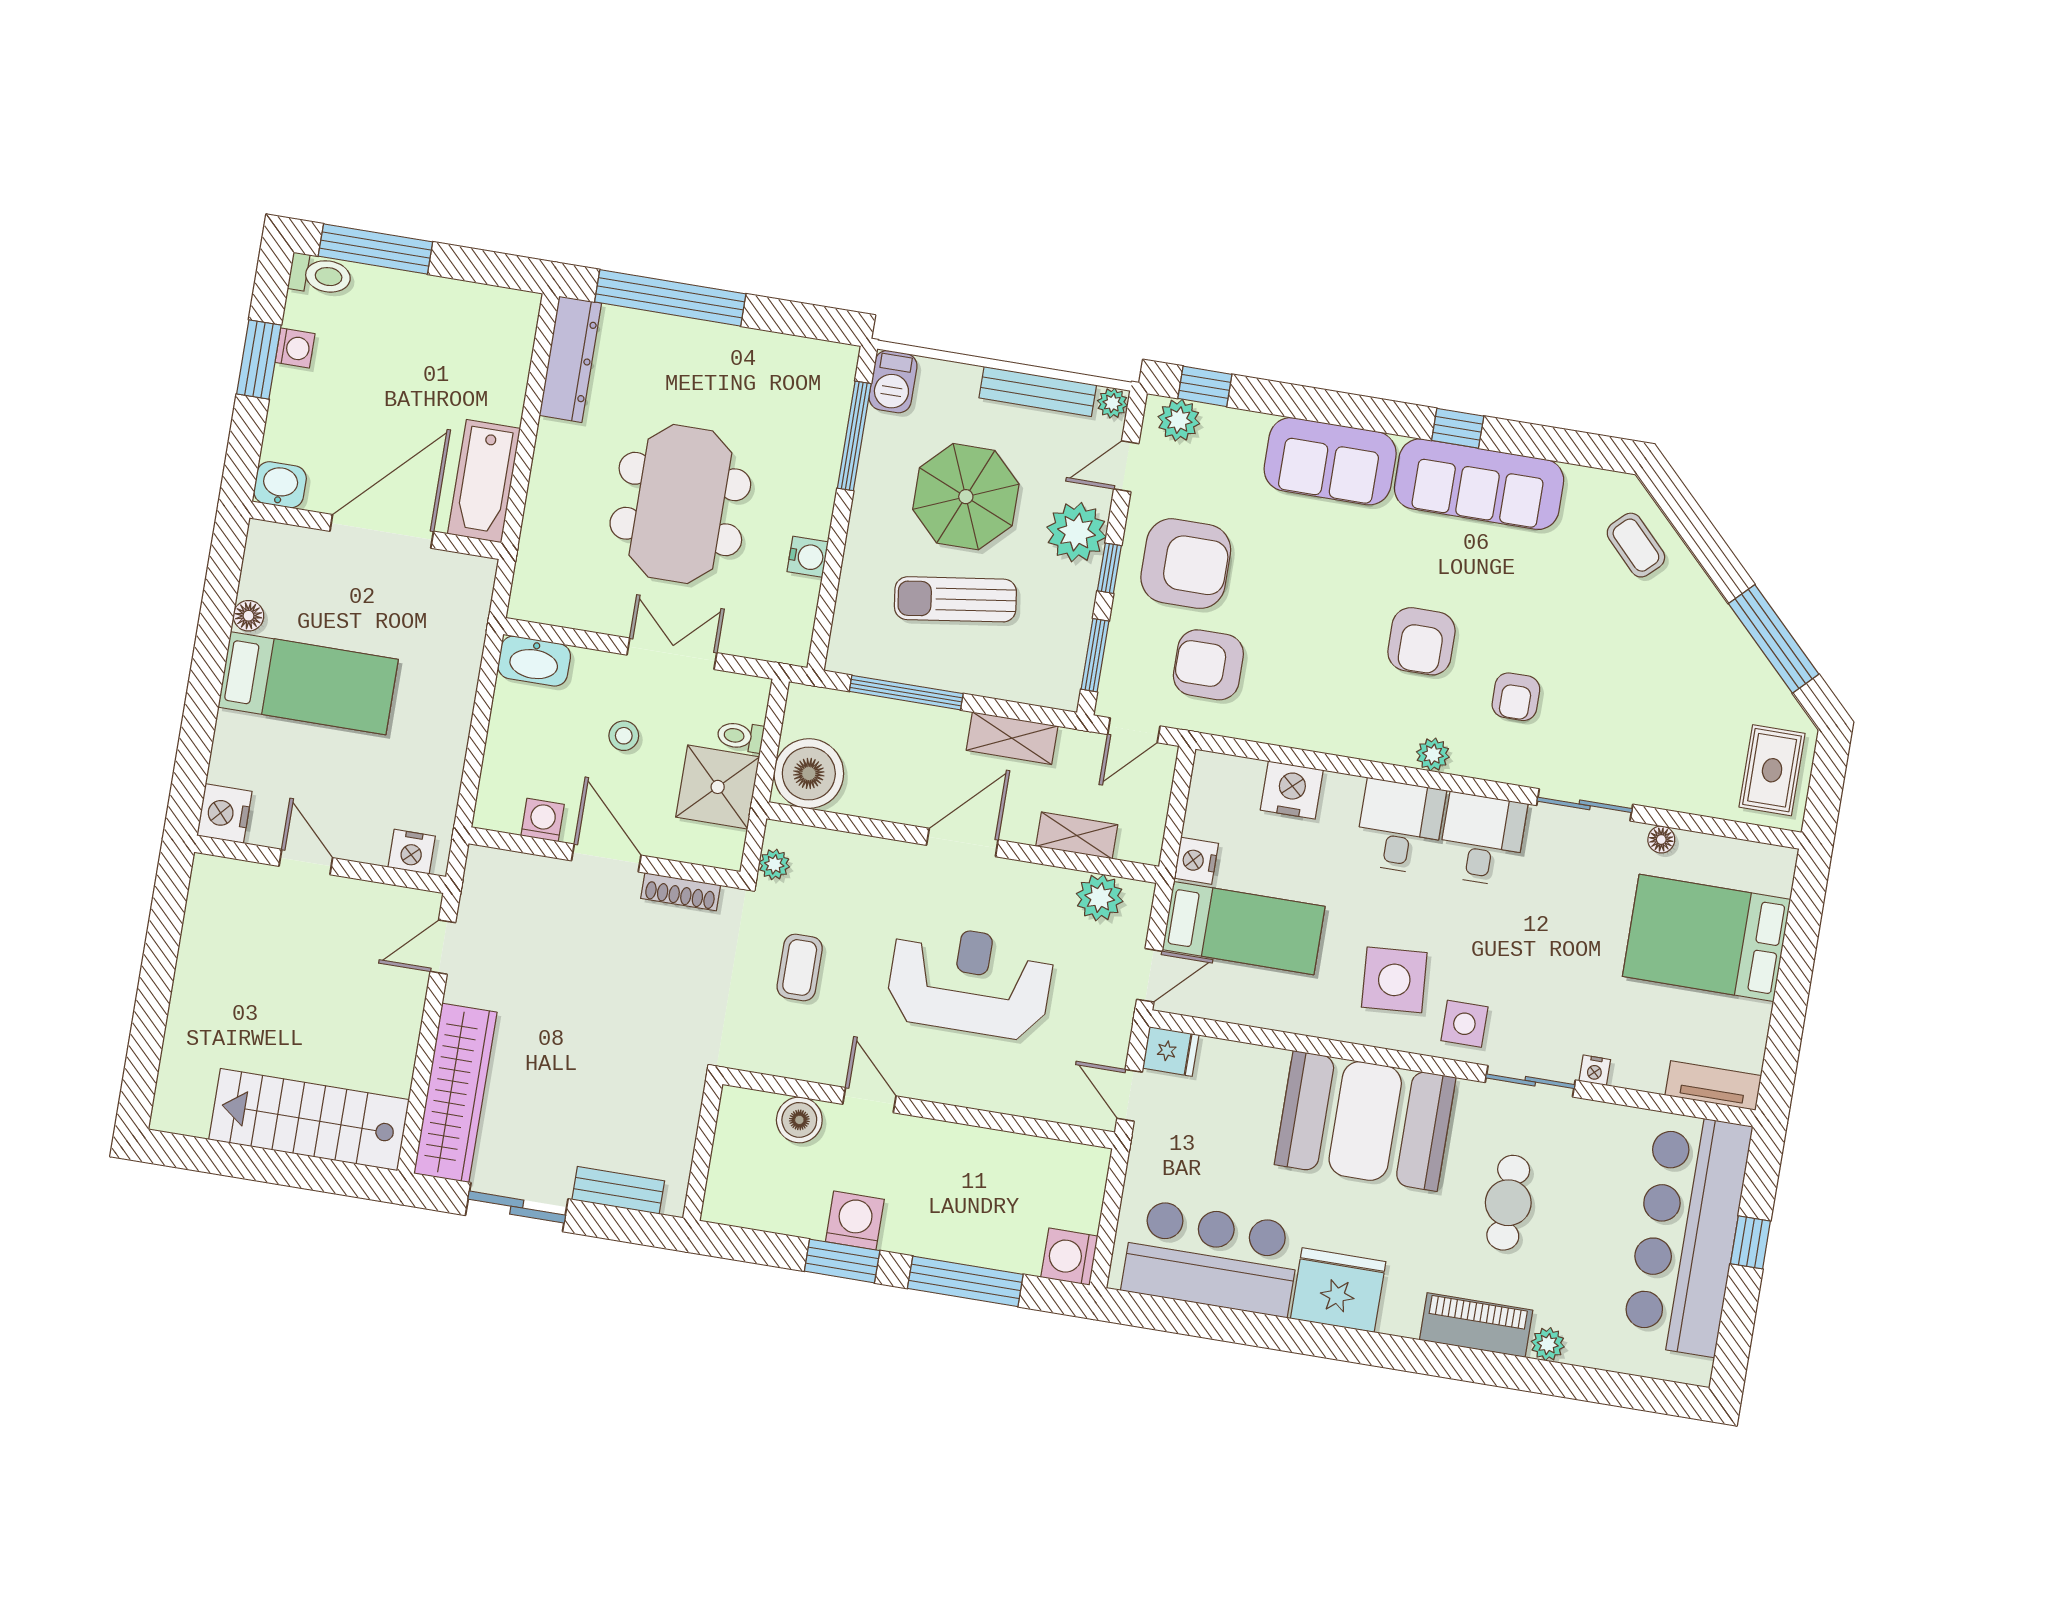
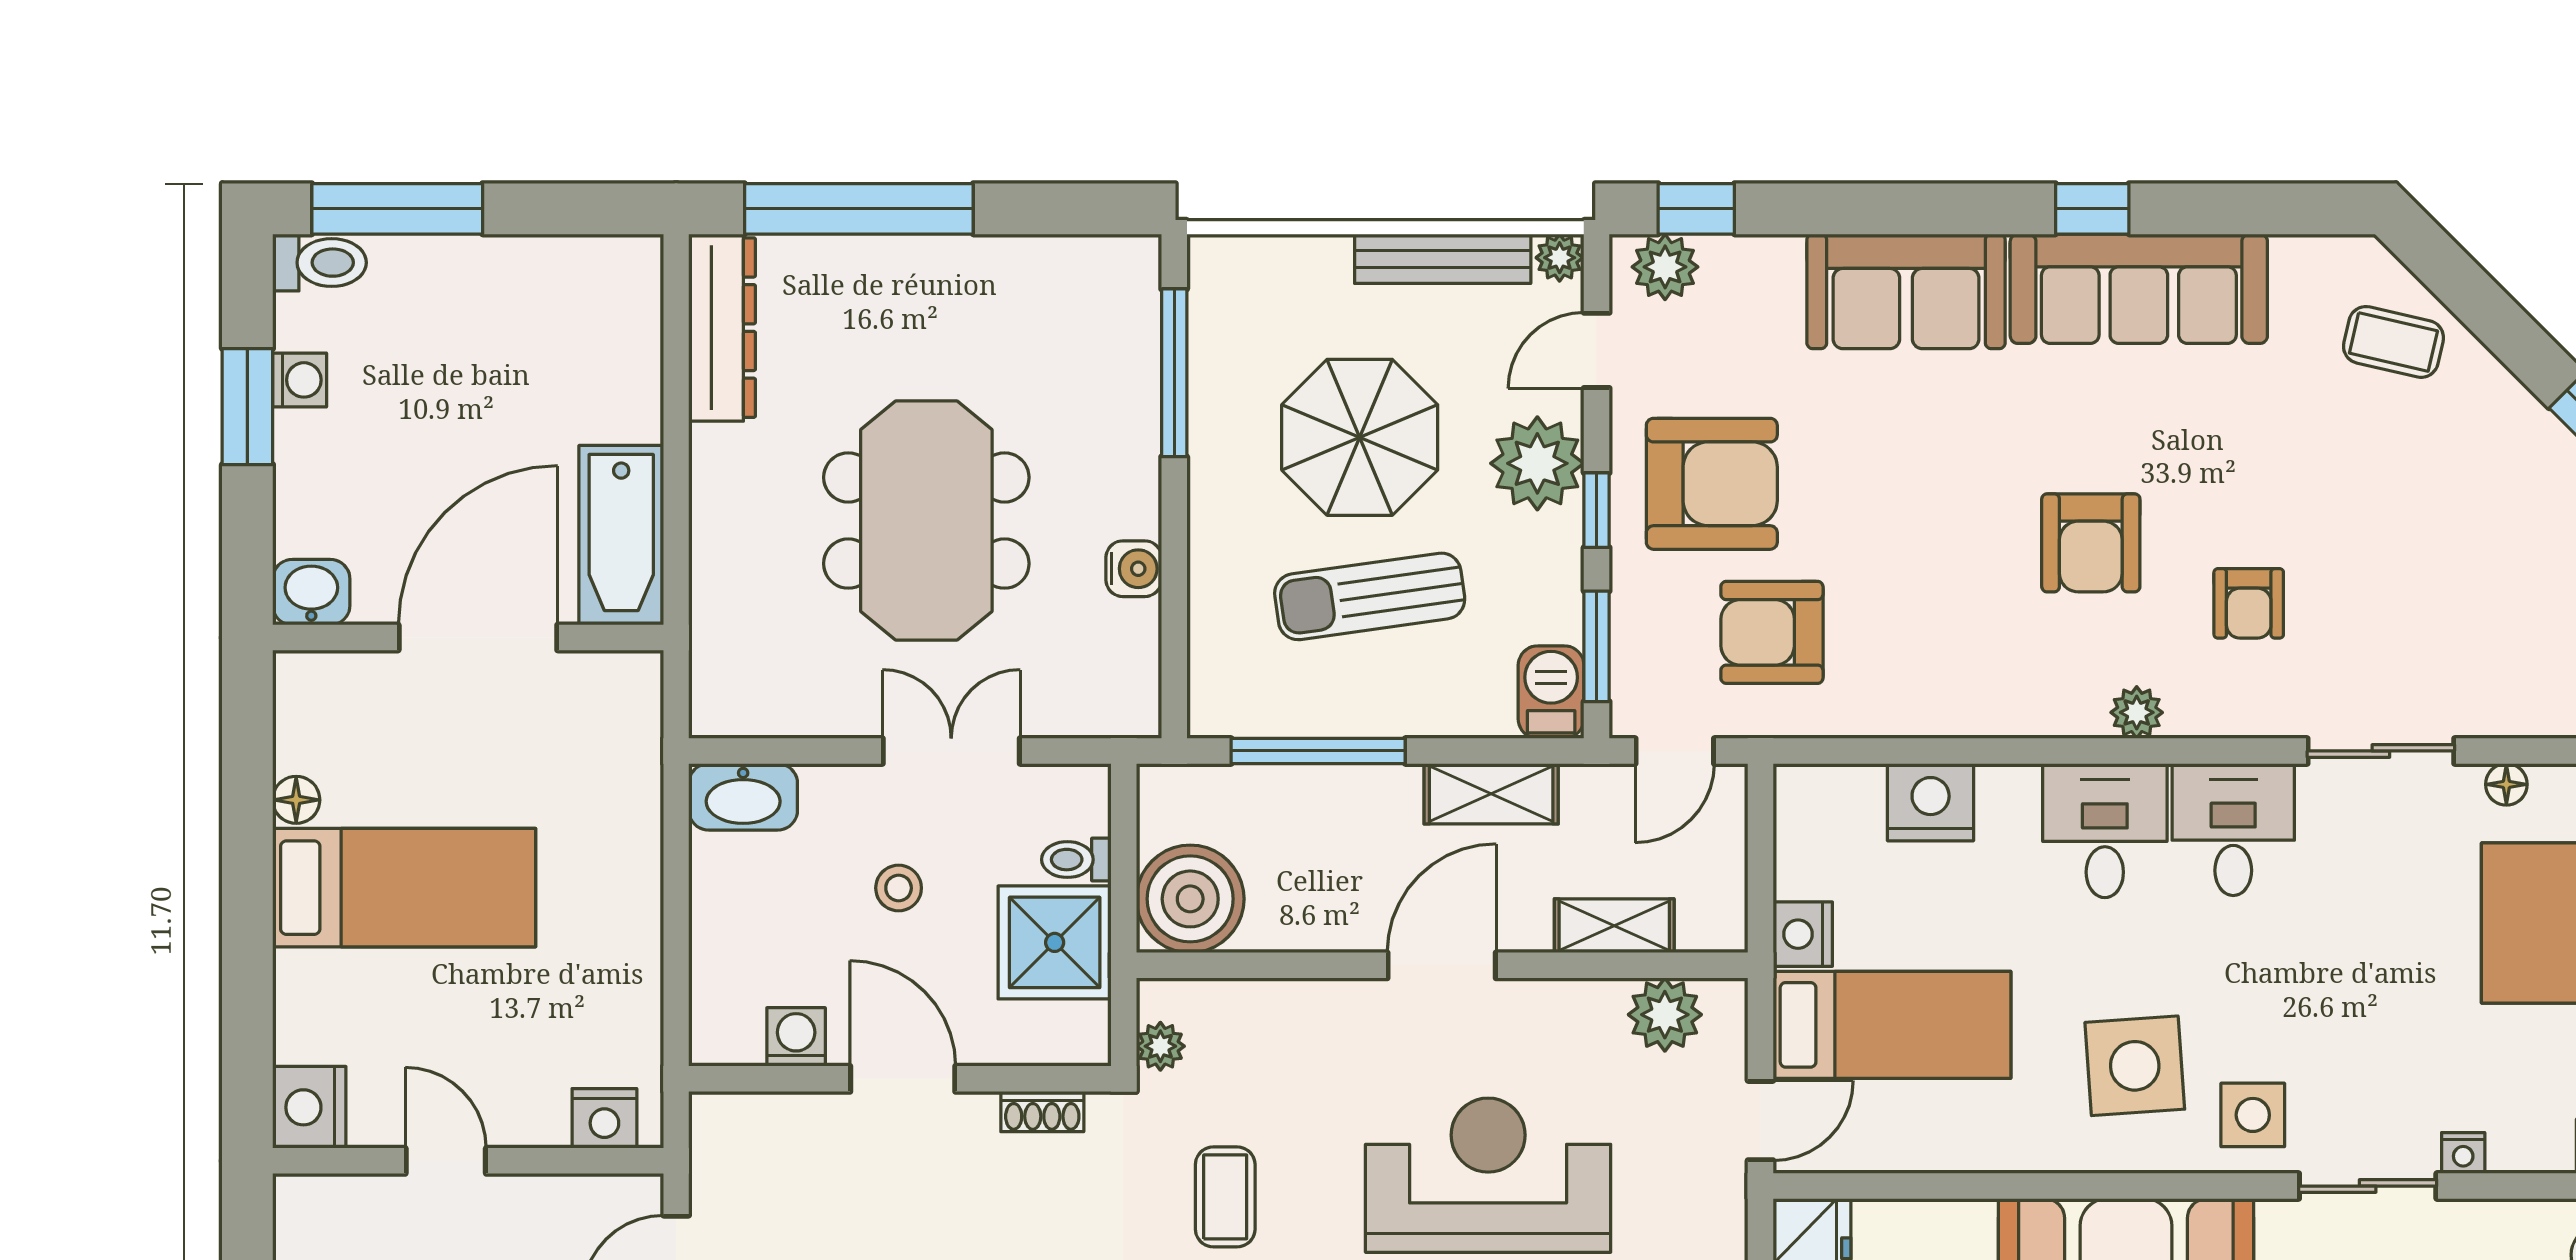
barbecue: (893, 382) -> (1551, 692), moved, turned 180
coffee table: (1636, 545) -> (2393, 342), turned -33
shoe rack: (681, 892) -> (1042, 1112), width x0.70

